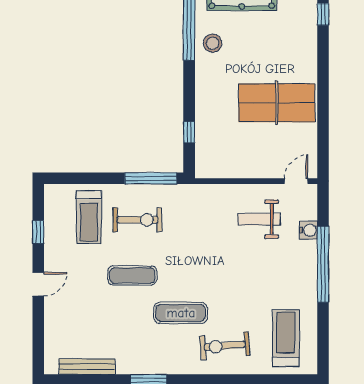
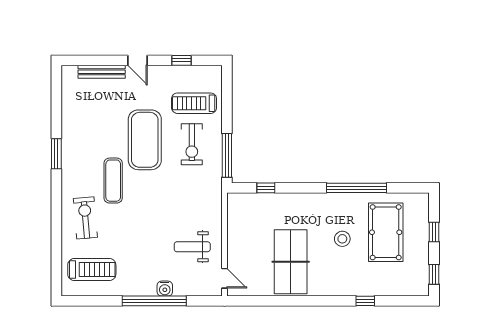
stool: (213, 43) -> (342, 239), moved
weight bench: (259, 219) -> (192, 247), turned -90
water cooler: (308, 230) -> (165, 289), moved
exercise mat: (132, 275) -> (145, 140), width x2.00, depth x1.45
bench: (87, 367) -> (102, 72), moved, turned 90

